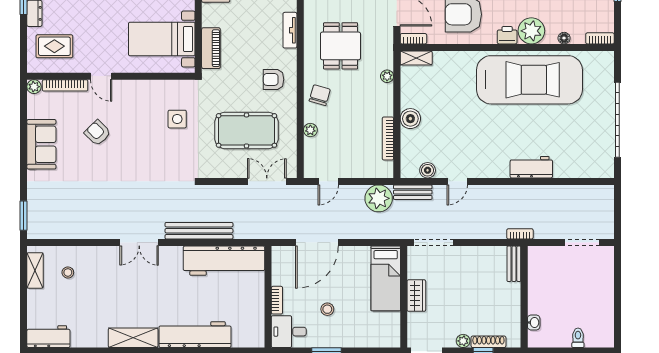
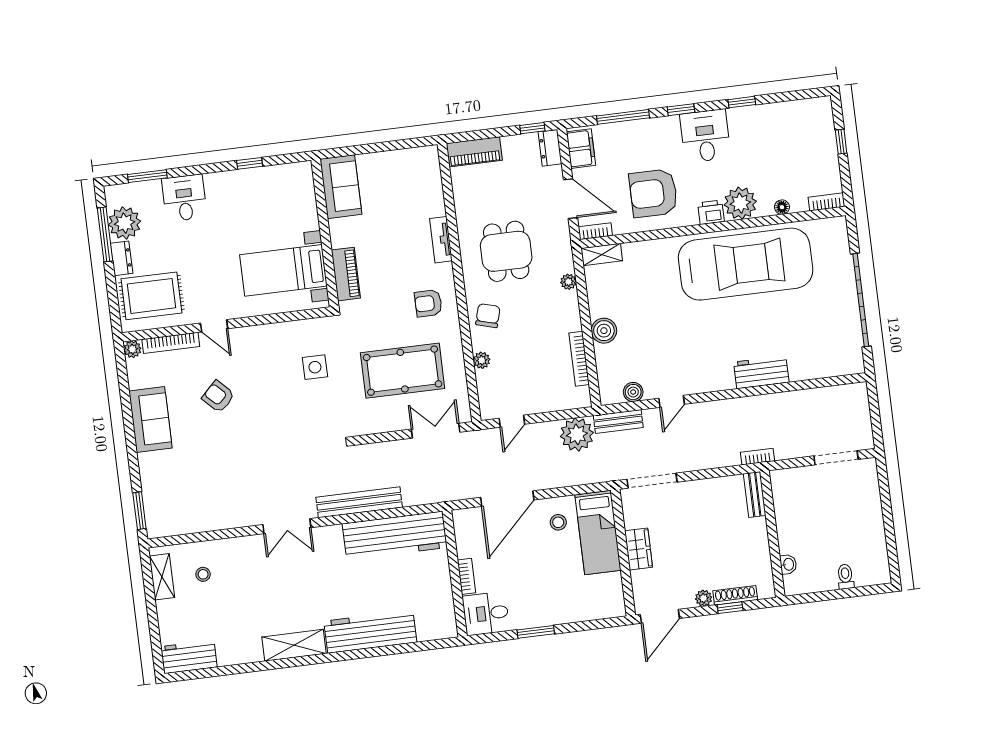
rug: (54, 46) -> (151, 296), width x1.36, depth x1.43
stool: (327, 309) -> (558, 522), moved

